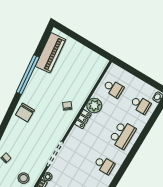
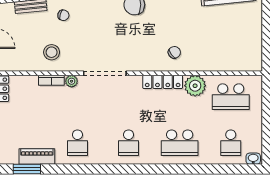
school desk: (113, 88) -> (231, 97), width x1.85
locker: (83, 119) -> (163, 82), width x1.53

